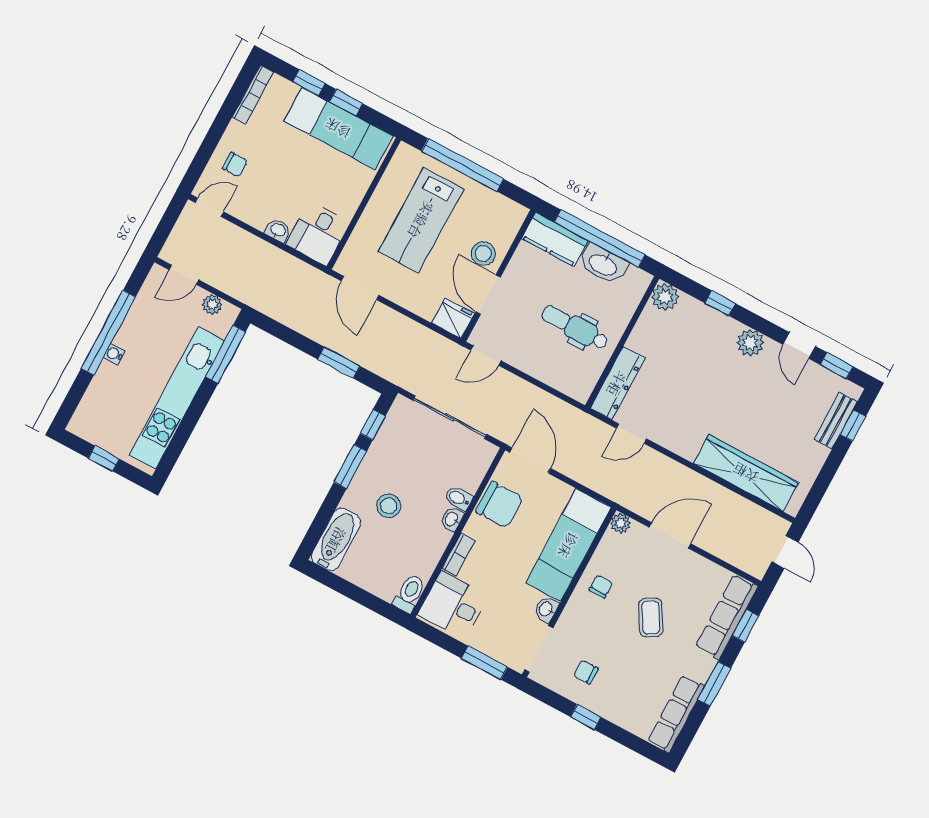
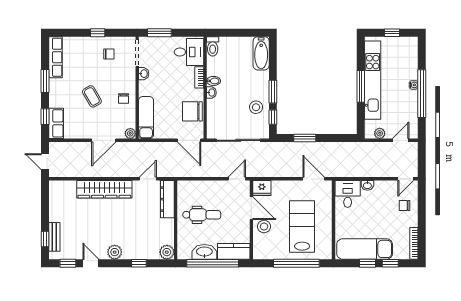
window: (226, 354) -> (361, 86), moved
wardrobe: (746, 473) -> (104, 189), moved
bidet: (459, 498) -> (214, 81), moved
stool: (389, 506) -> (256, 107), moved
exam couch: (568, 545) -> (146, 118), width x0.73, depth x0.69
row of seats: (727, 617) -> (56, 123), width x0.68

